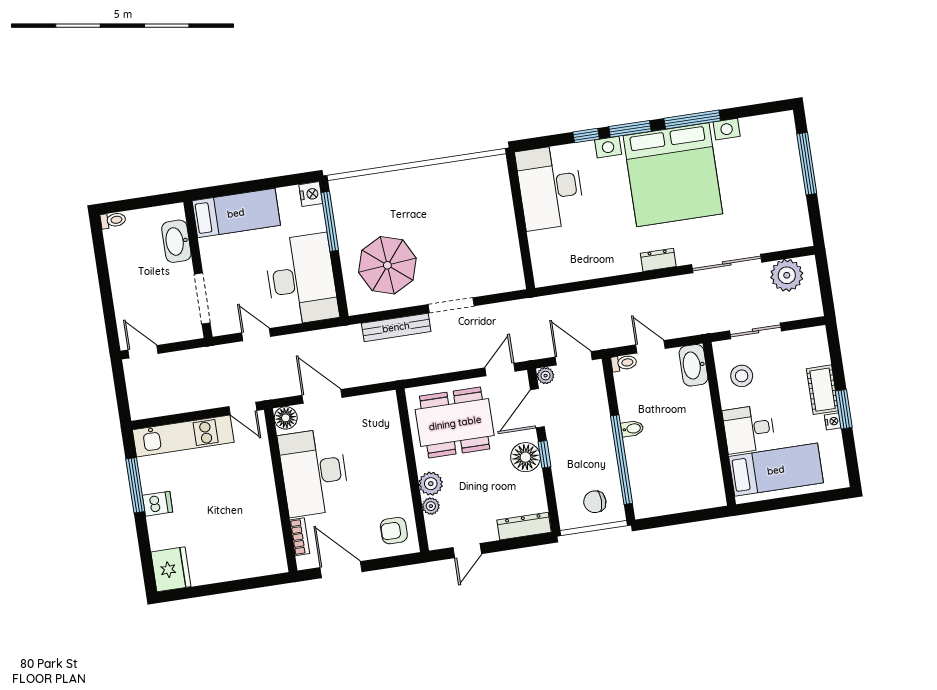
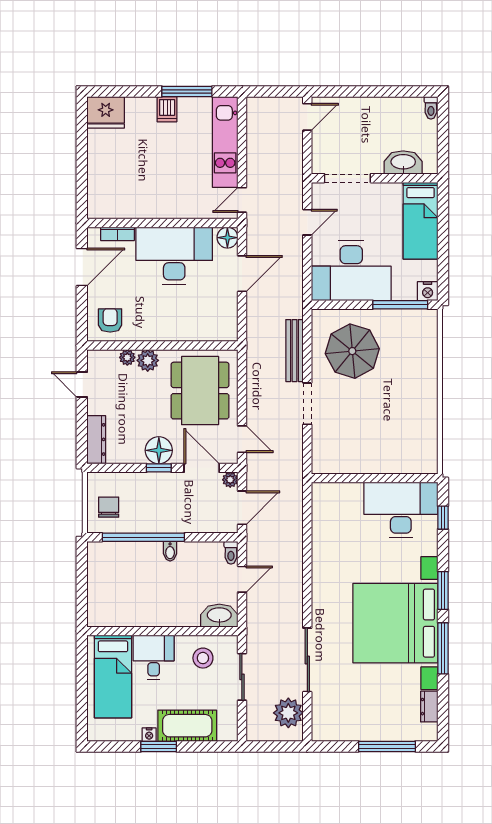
window: (586, 136) -> (443, 518), moved
dresser: (658, 260) -> (429, 707), moved, turned 180
cot: (822, 390) -> (187, 726), width x1.37, depth x1.34

